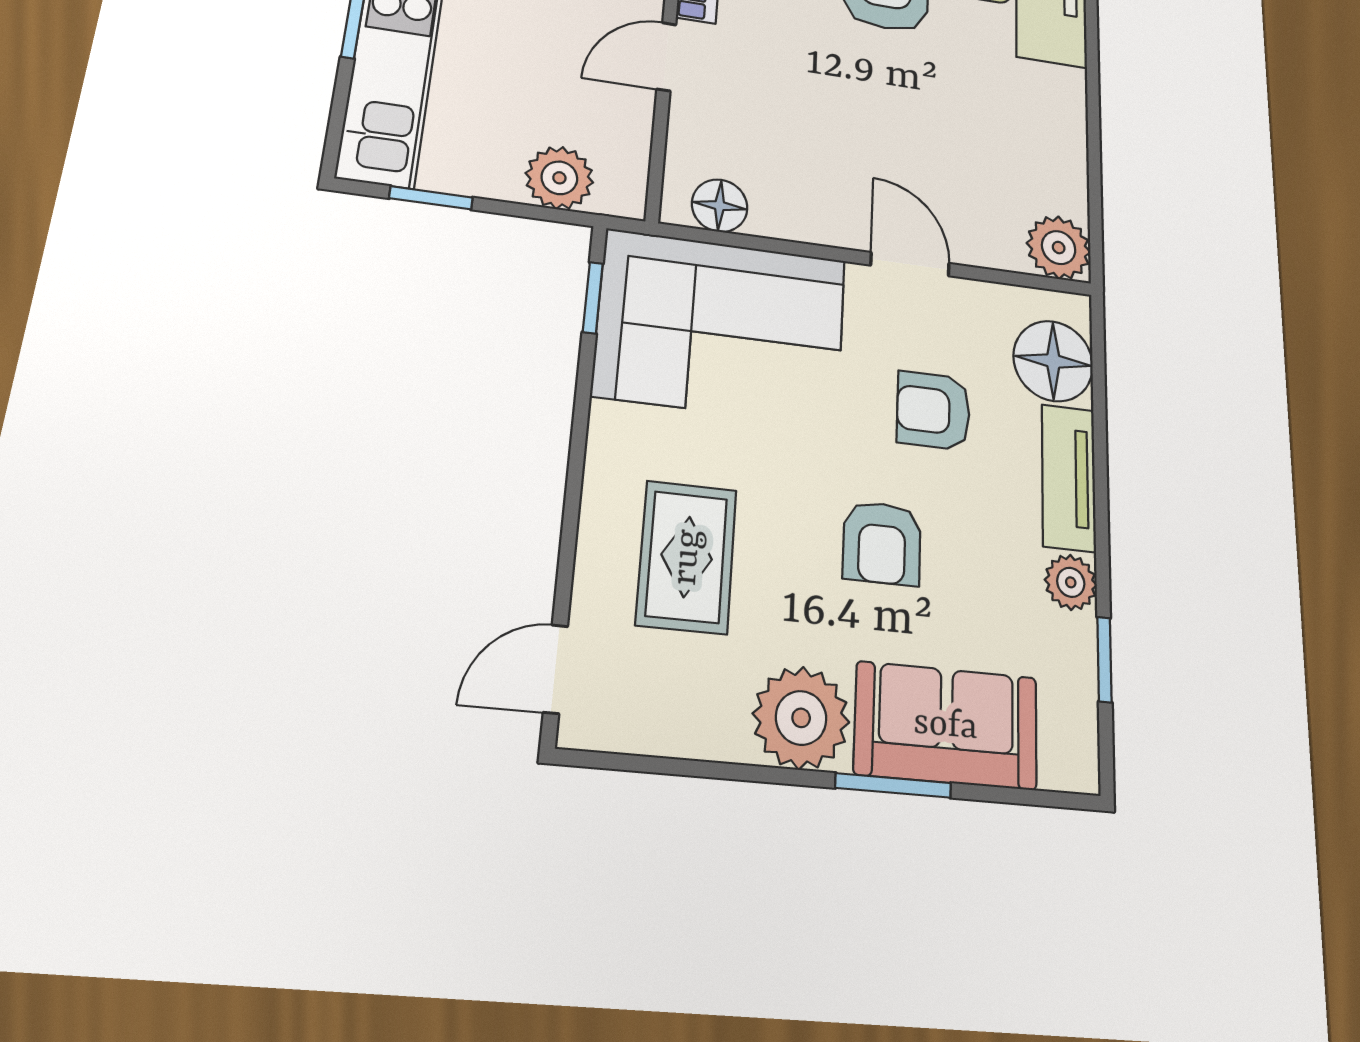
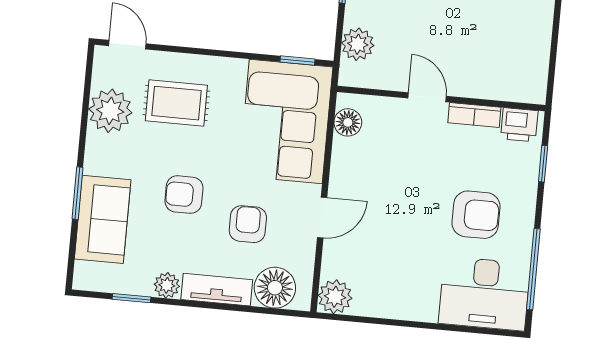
plant: (801, 718) -> (110, 111), moved

